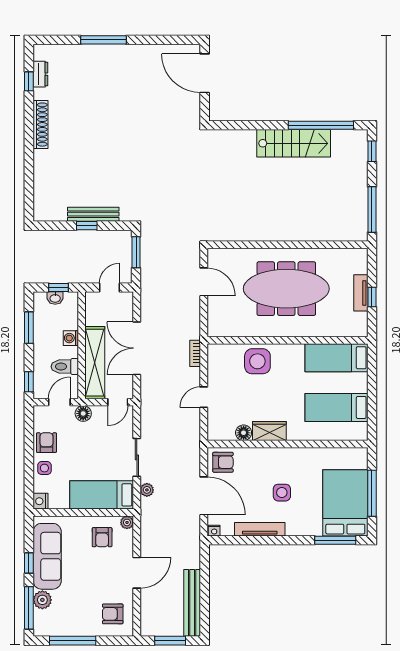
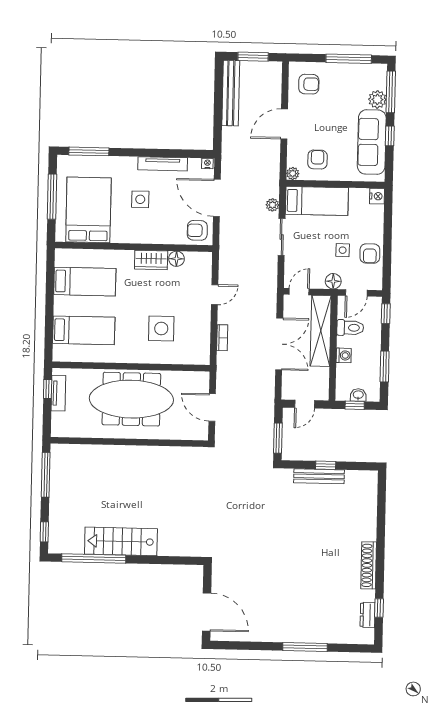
wall: (287, 340) -> (131, 367), moved
side table: (44, 468) -> (343, 250), moved
bed: (345, 503) -> (88, 210), moved, turned 180

